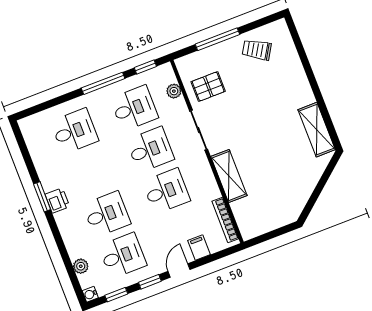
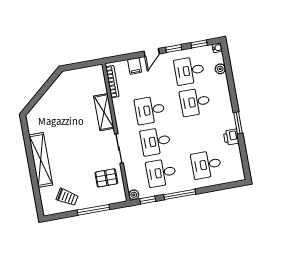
plant: (174, 91) -> (134, 195), moved
shelving: (317, 130) -> (41, 160), moved, width x1.47
printer: (57, 200) -> (231, 137), moved

